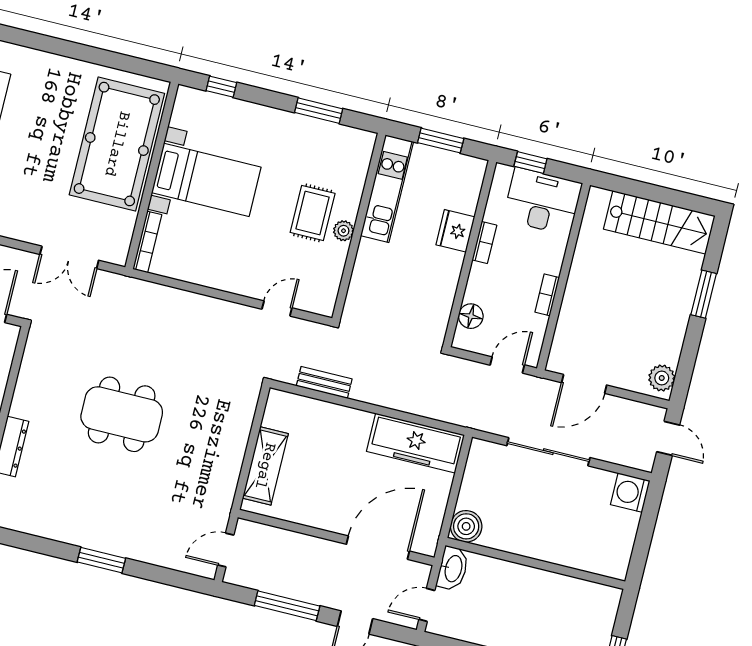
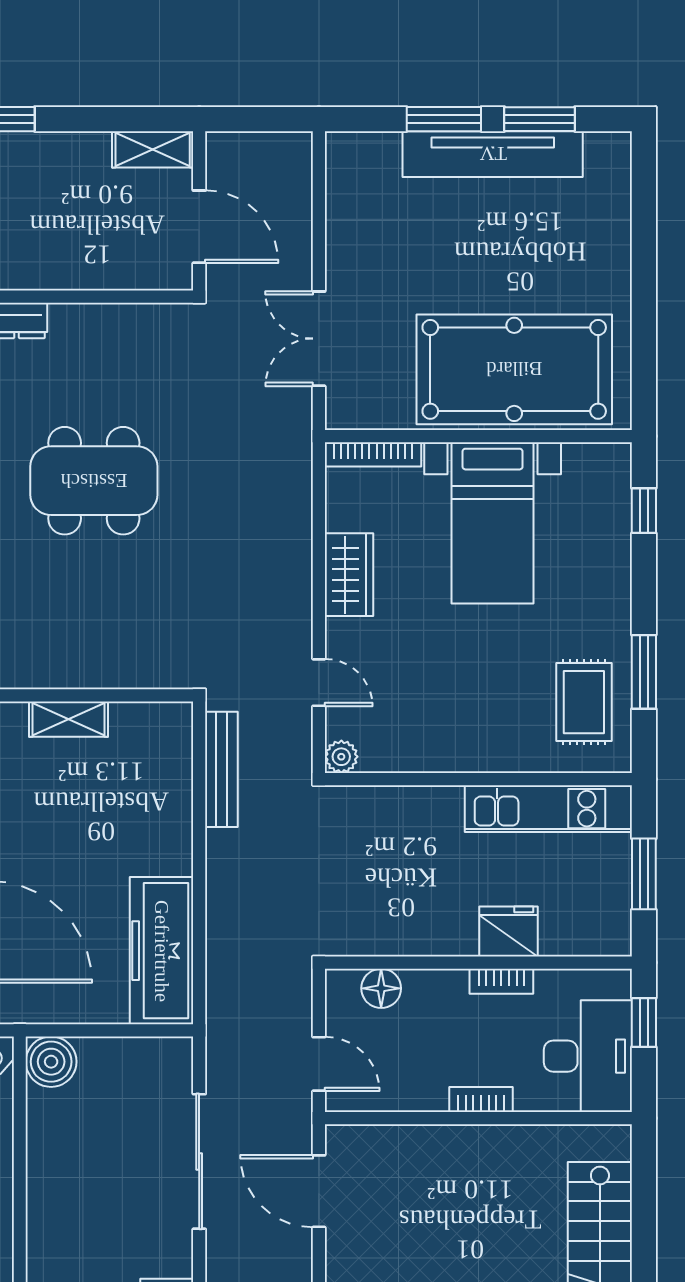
rug: (313, 213) -> (584, 702), moved, turned 90
plant: (344, 231) -> (341, 757), moved
wardrobe: (216, 274) -> (349, 575), added
bookcase: (547, 295) -> (481, 1099), moved
bench: (324, 382) -> (221, 769), width x1.36
dining table: (122, 414) -> (94, 481), turned 90
shelving: (265, 466) -> (68, 719), width x0.67, depth x0.75

